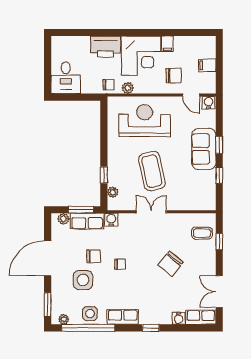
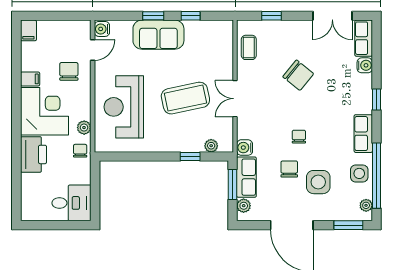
filing cabinet: (207, 65) -> (28, 30), moved
coffee table: (202, 233) -> (249, 47), moved

